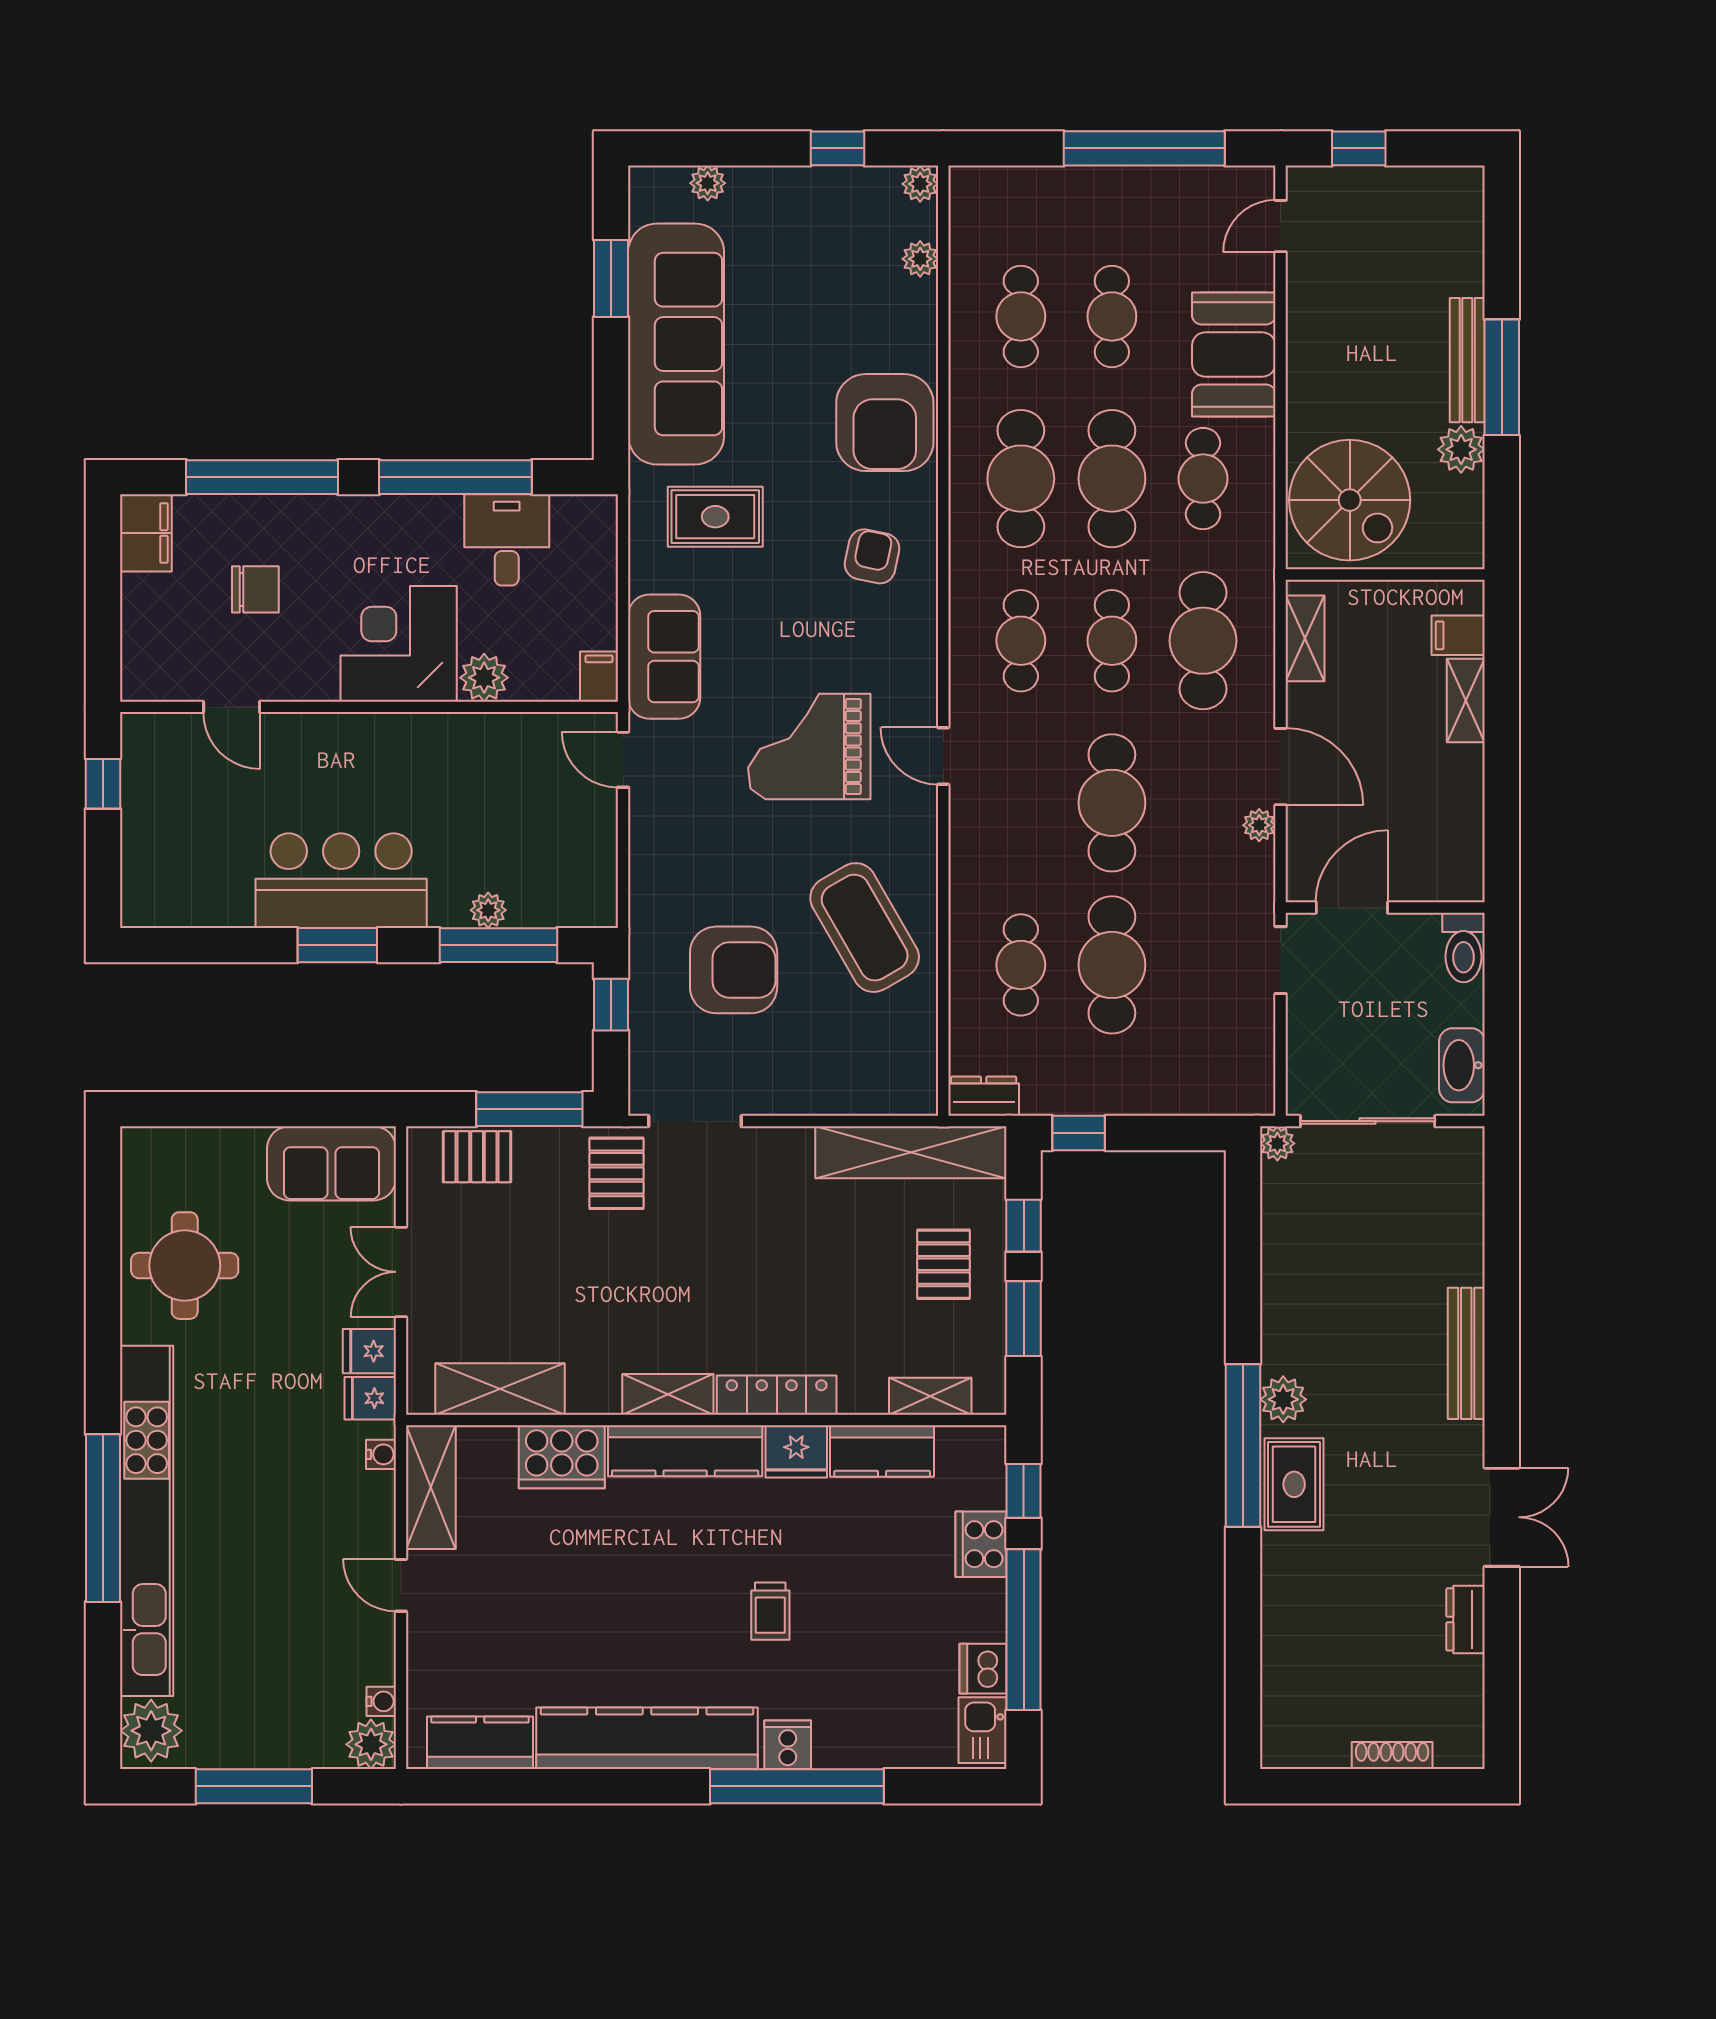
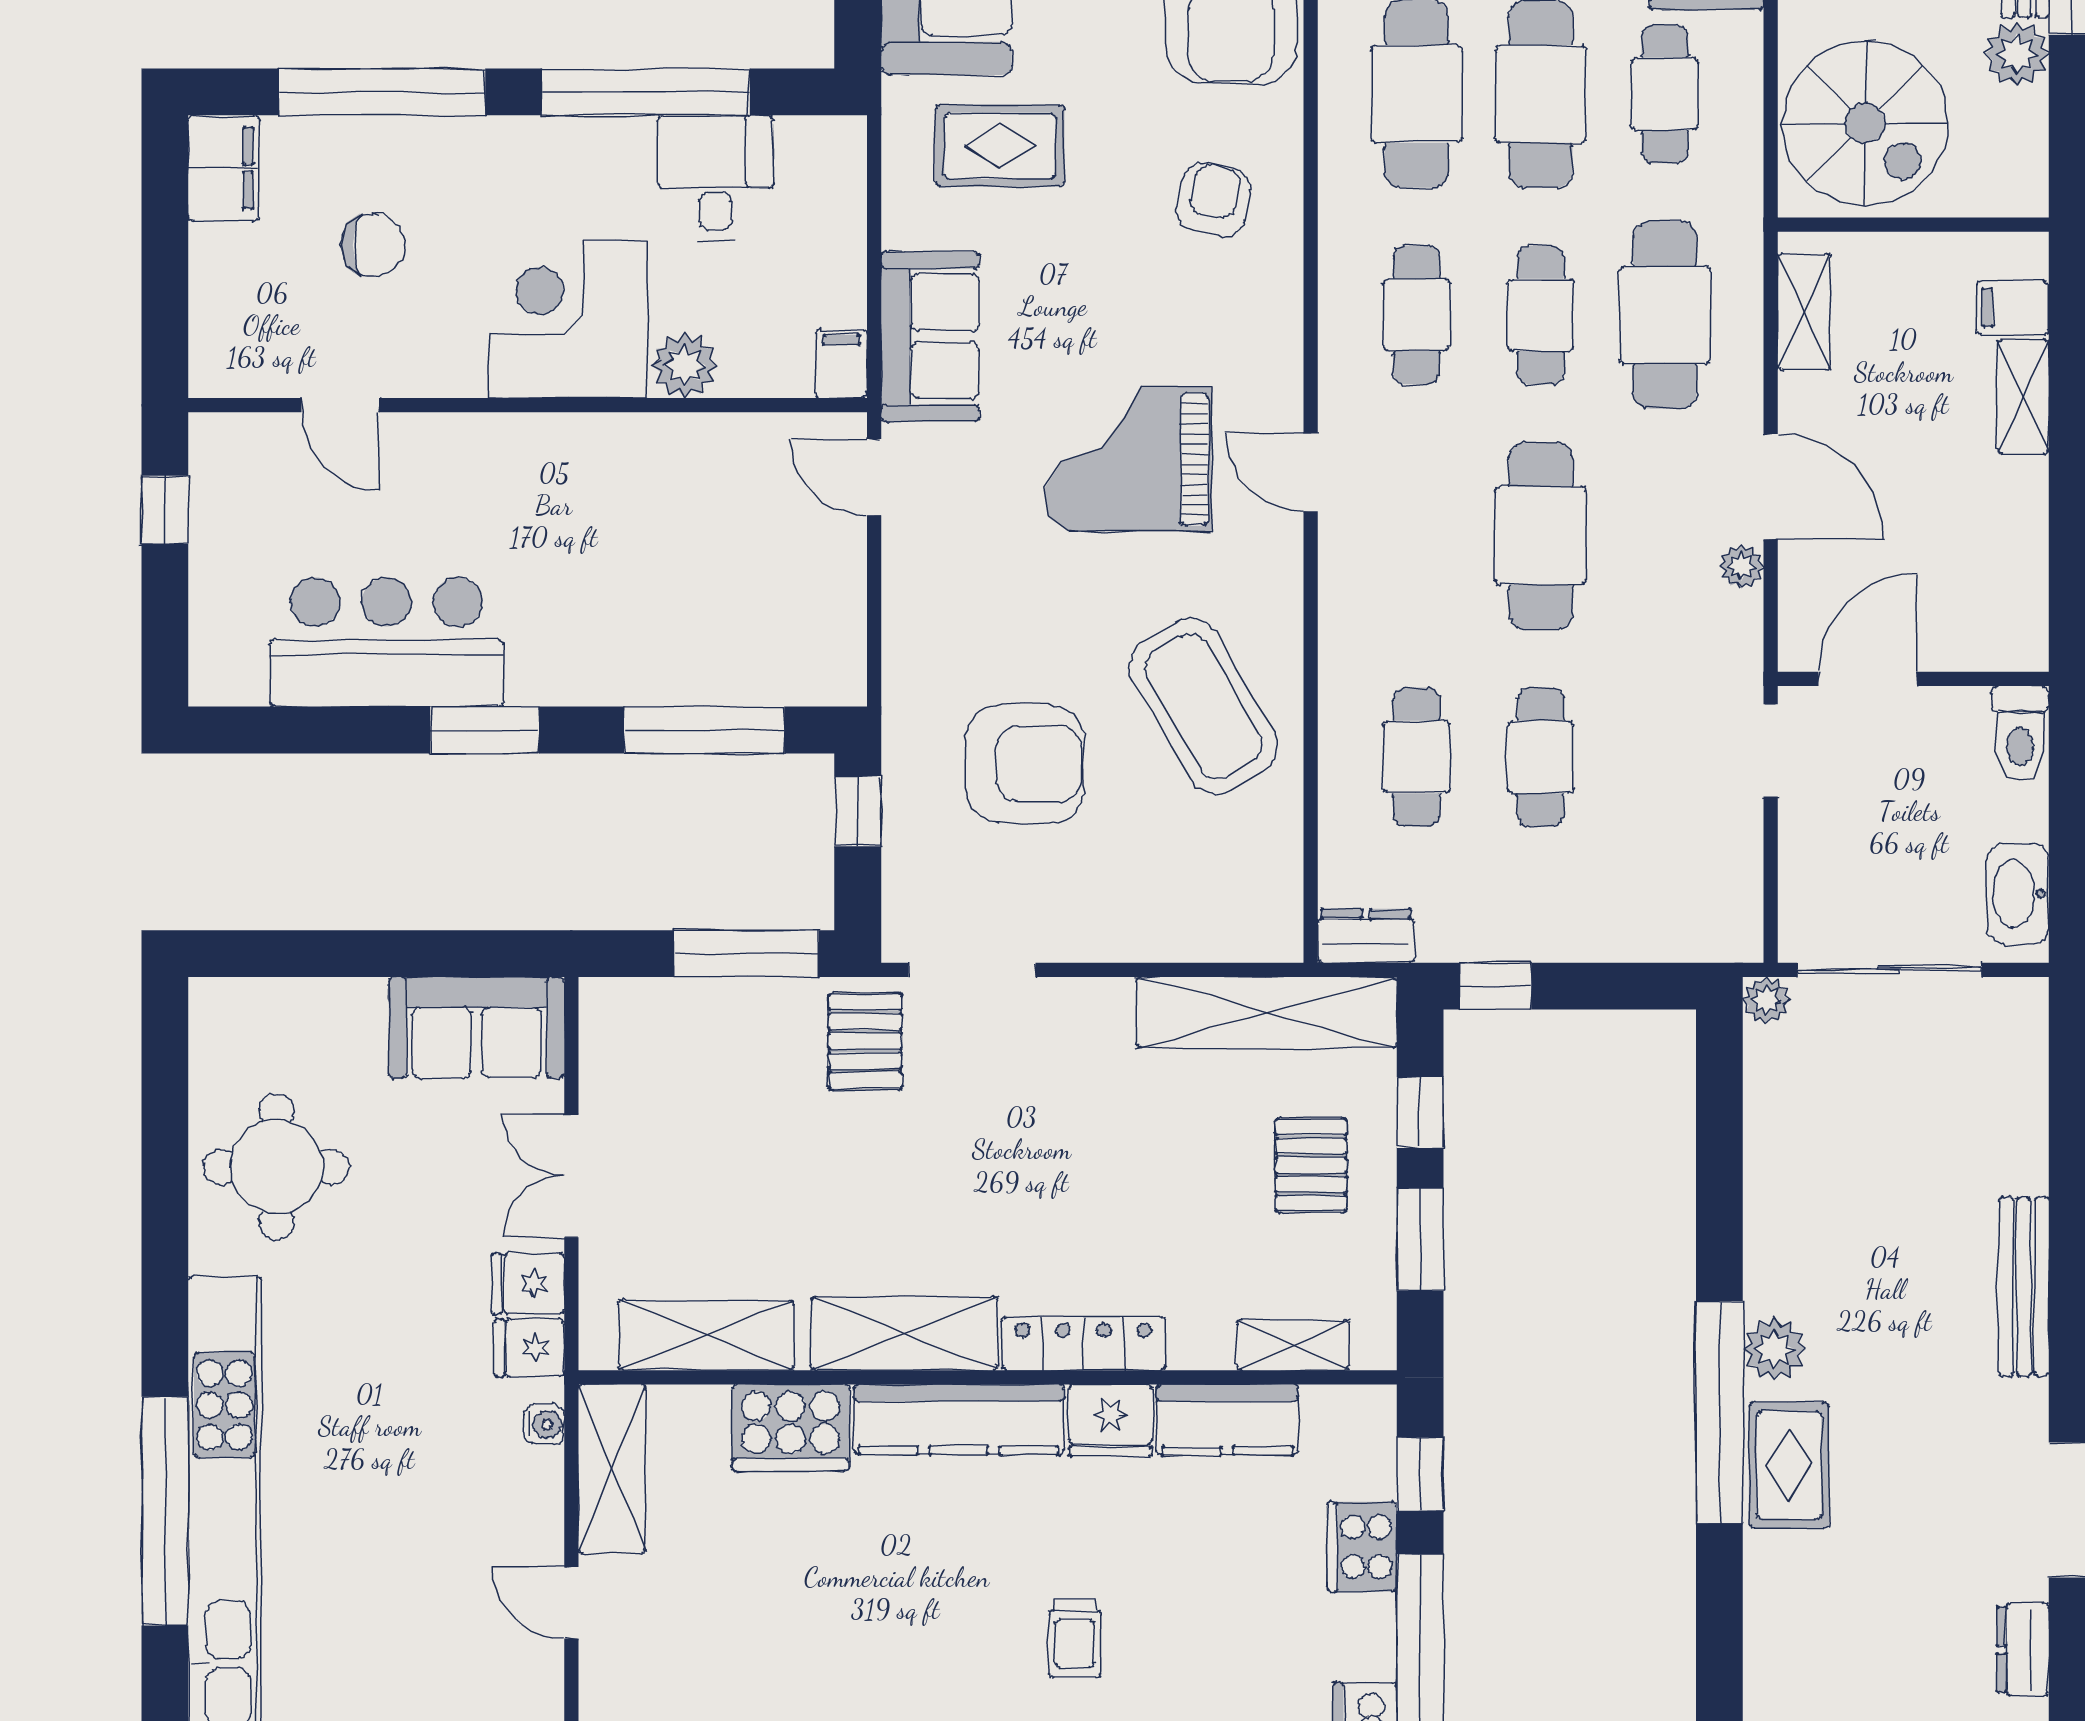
bar counter: (341, 881) -> (386, 642), moved
plant: (488, 910) -> (690, 682), removed
cafe table: (1112, 965) -> (1541, 757), width x0.73, depth x0.74
pallet: (477, 1157) -> (675, 1018), removed
shelving: (668, 1394) -> (904, 1333), width x1.50, depth x1.33

